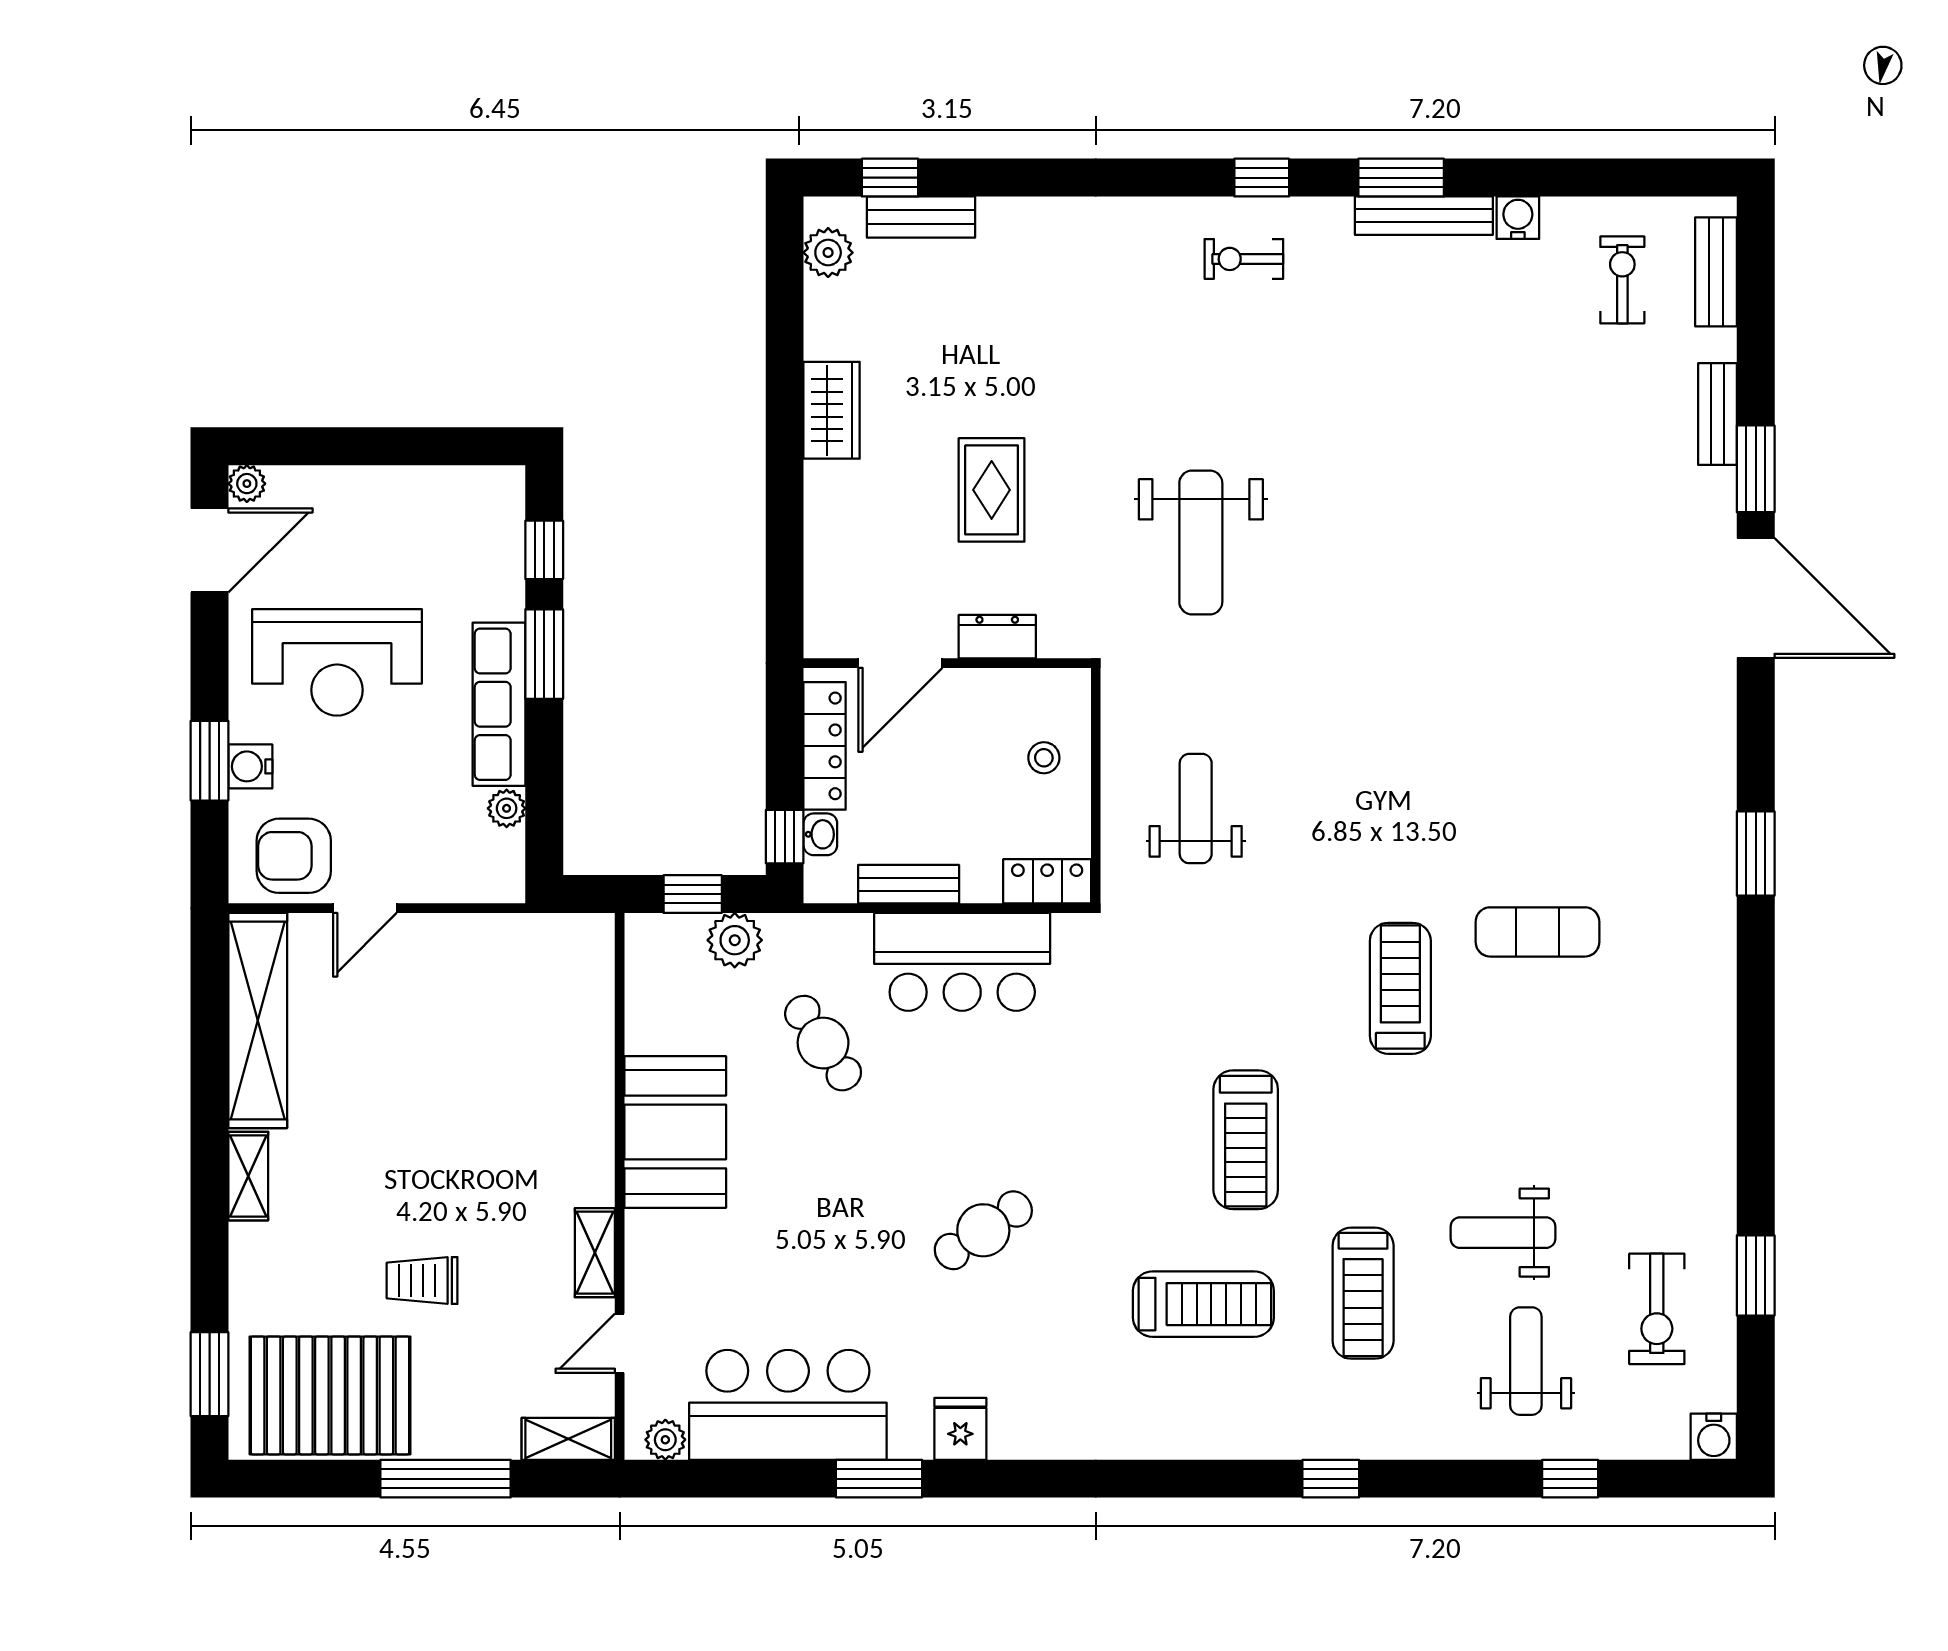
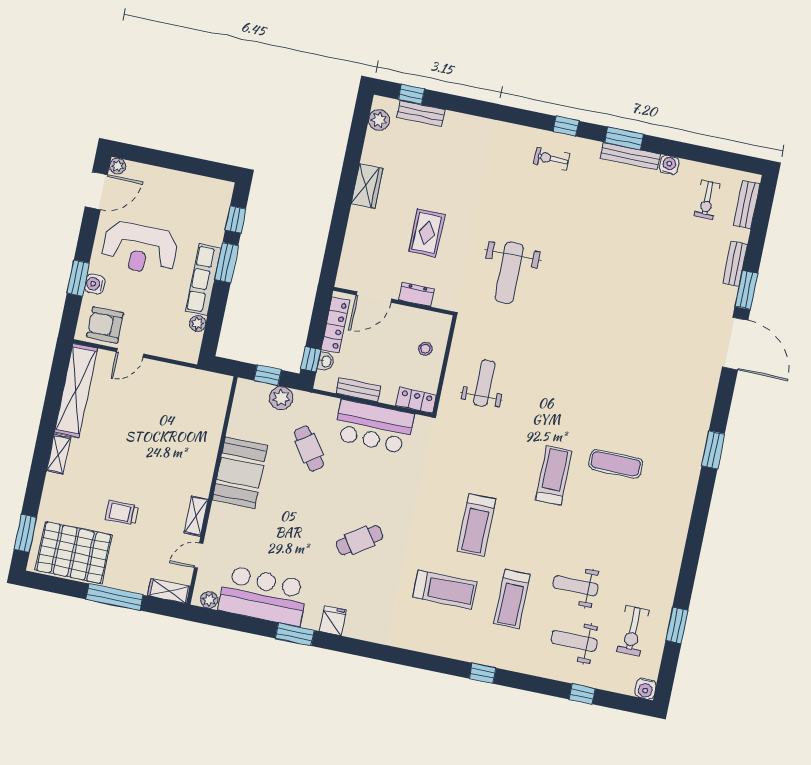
exercise bike: (1622, 280) -> (707, 200), turned 180
weight bench: (1526, 1361) -> (574, 641), turned -90

